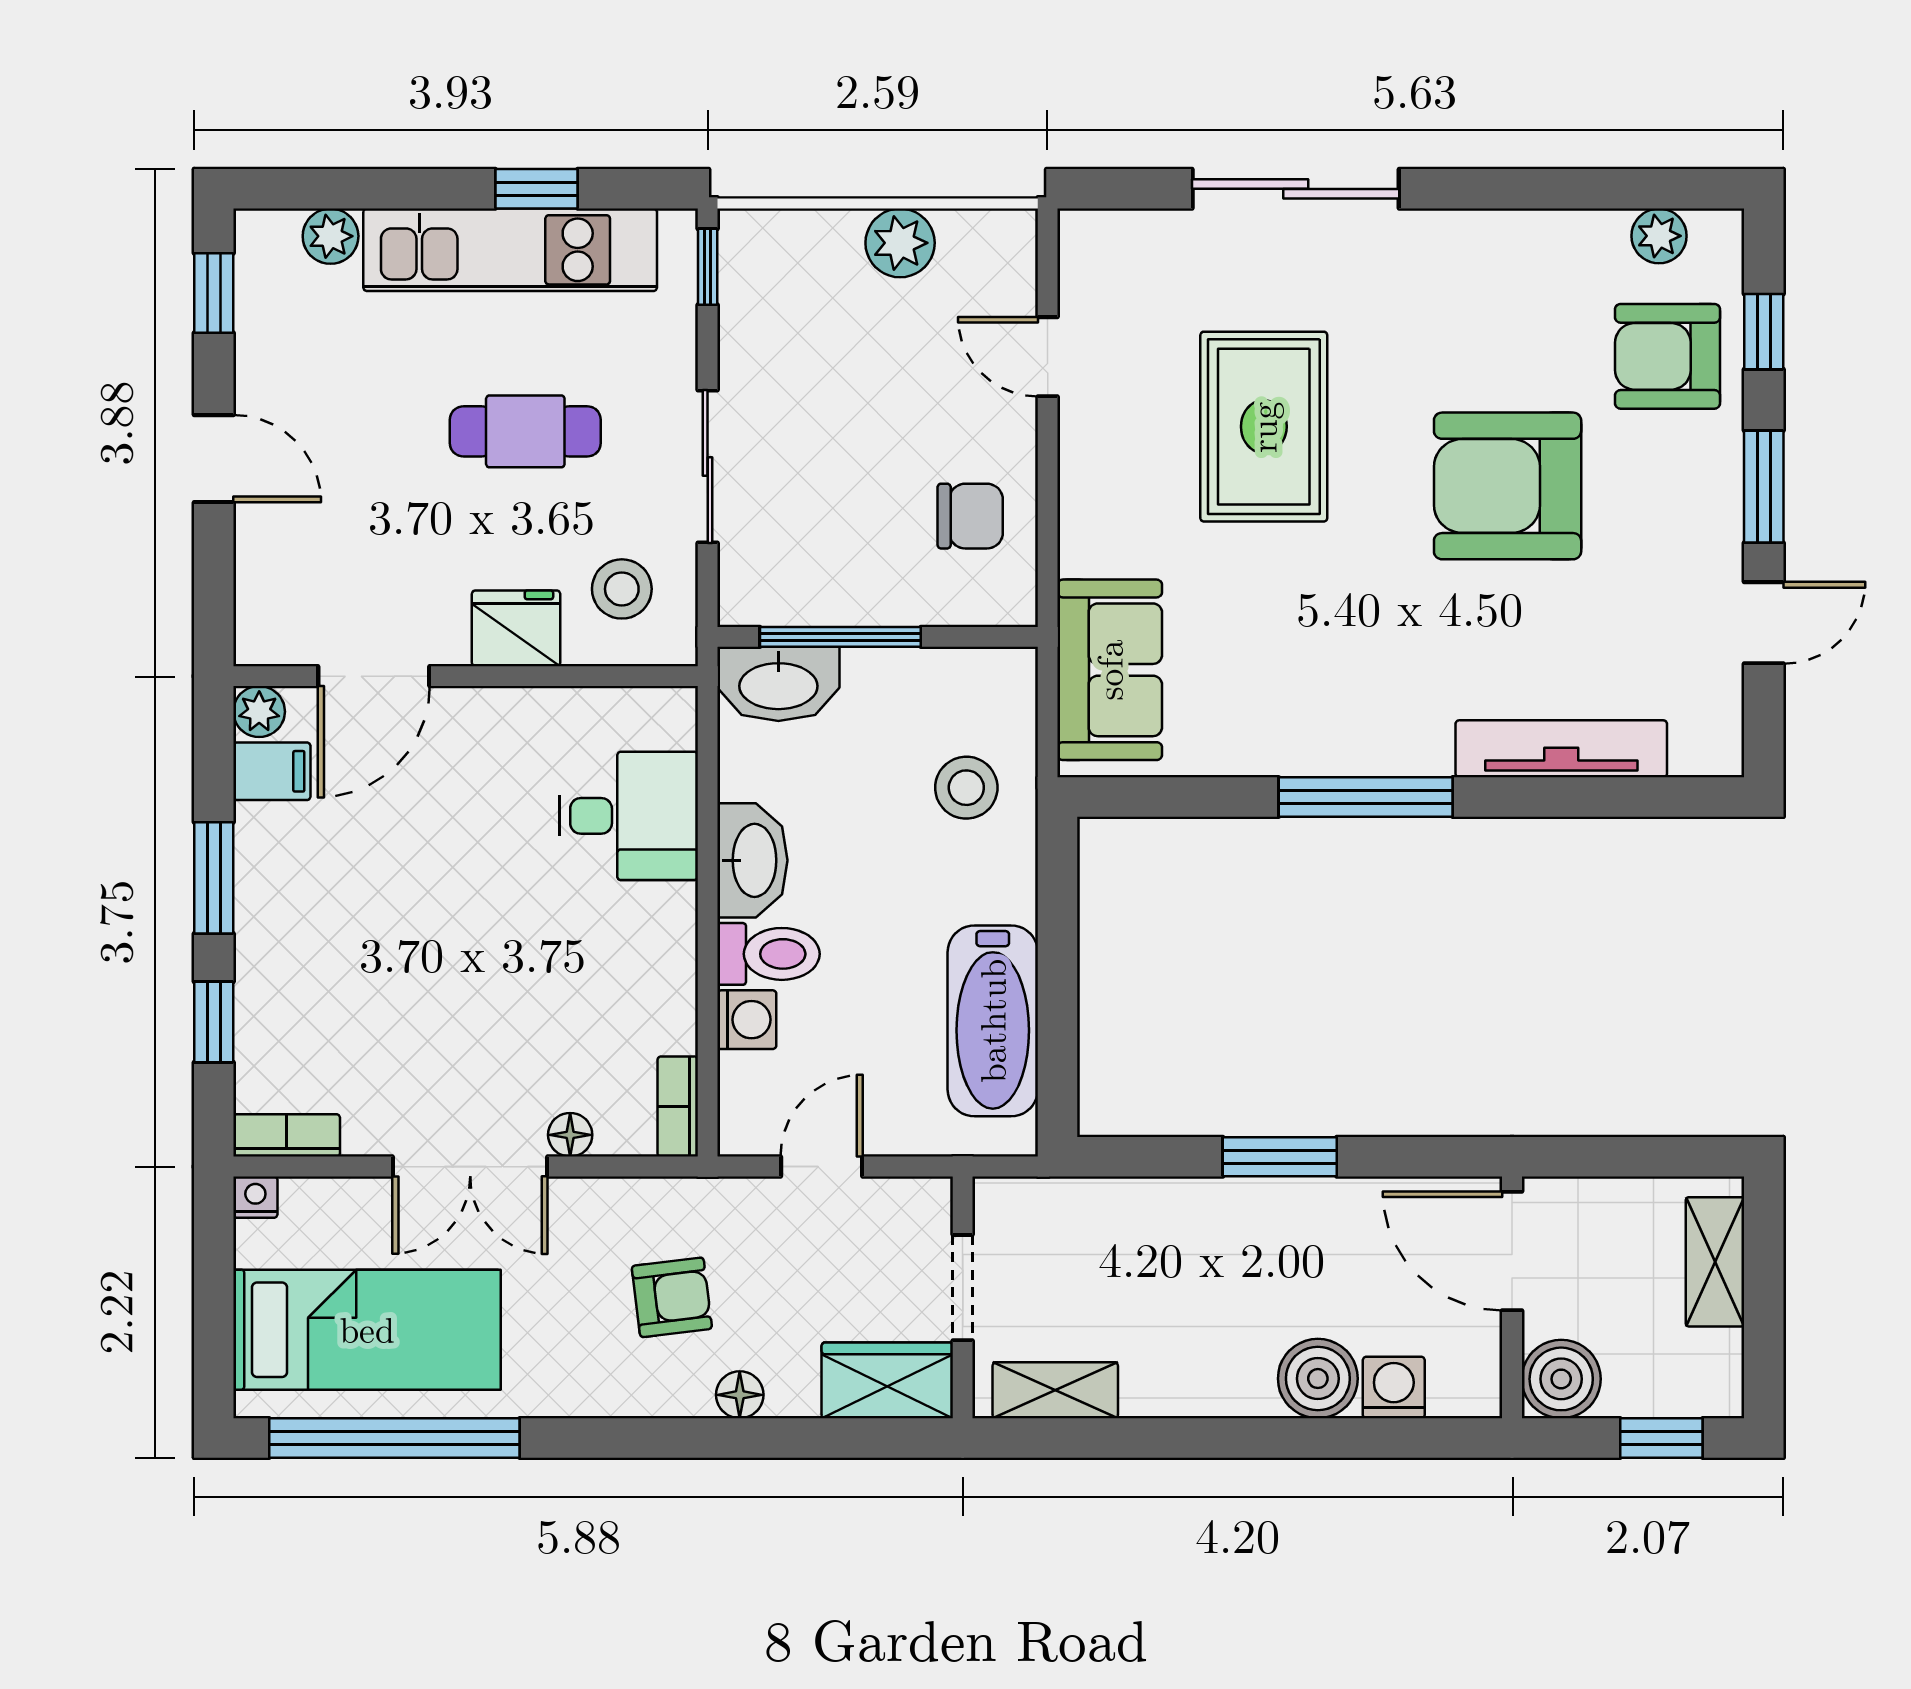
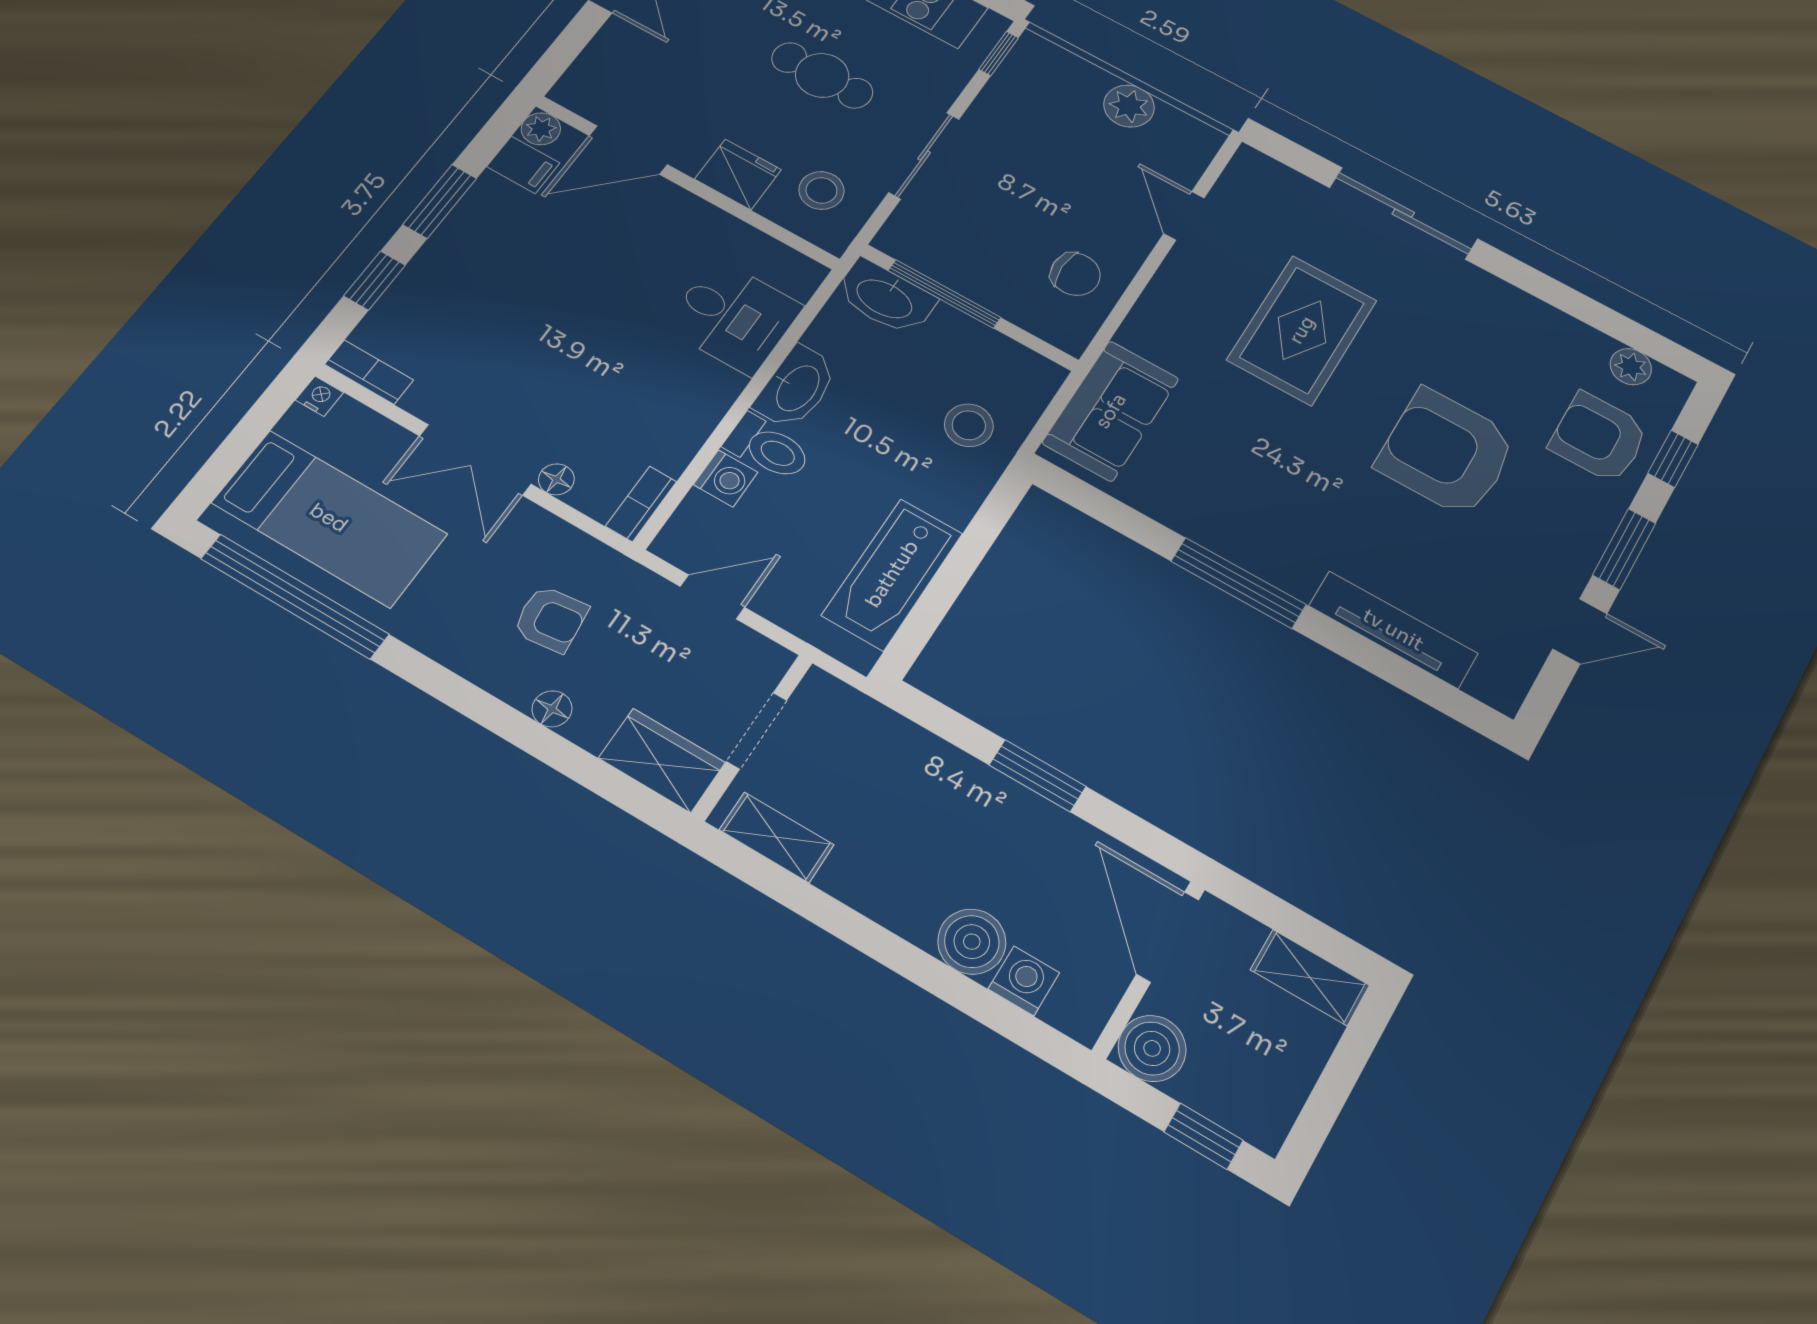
shelving: (1715, 1262) -> (1310, 977), moved, turned 90

